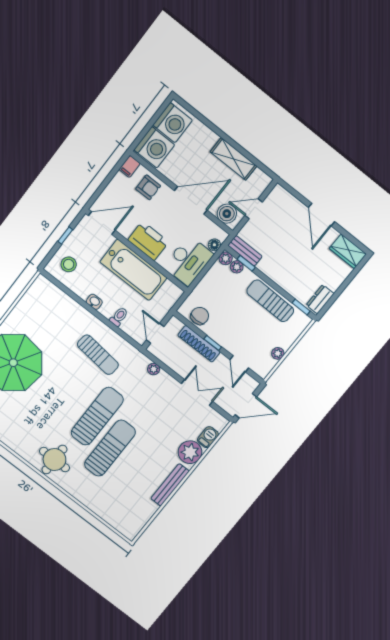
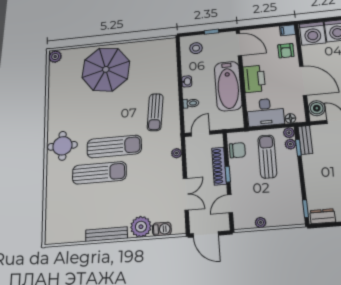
sun lounger: (270, 301) -> (267, 156), moved

